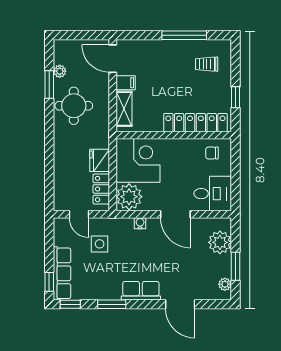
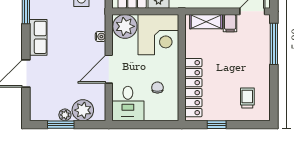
window: (184, 35) -> (274, 44), moved
chair: (212, 153) -> (157, 88), moved
plant: (225, 284) -> (65, 115), moved

